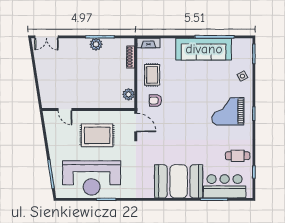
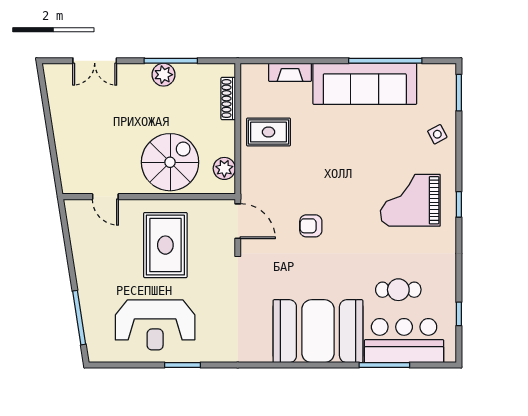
double door: (46, 37) -> (95, 61), moved
fireplace: (148, 43) -> (290, 72), moved
rug: (152, 75) -> (268, 132), turned 90
spiral stairs: (100, 91) -> (170, 162), added
armchair: (155, 101) -> (311, 226), moved
rug: (97, 135) -> (165, 245), turned 90
cafe table: (238, 156) -> (398, 290), moved
reception desk: (92, 178) -> (155, 325), width x0.74, depth x0.77

